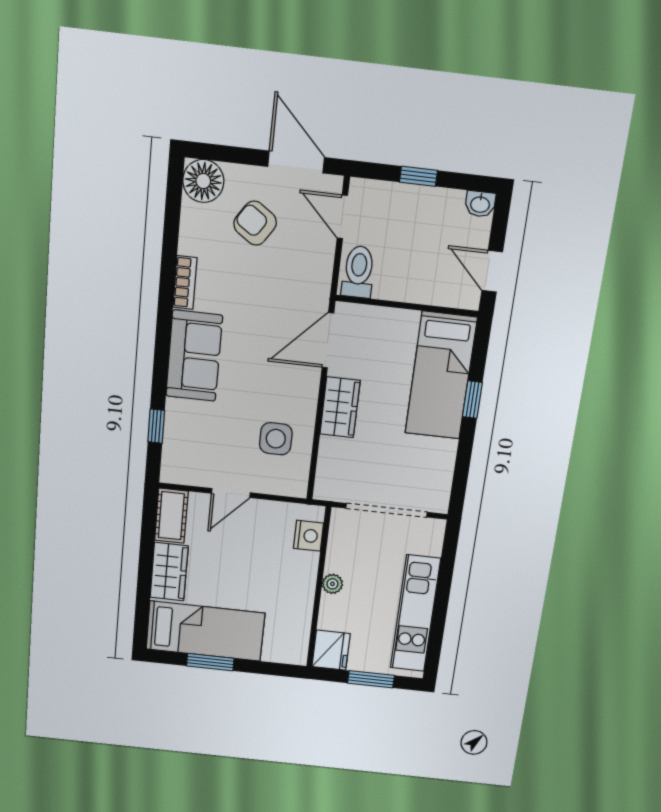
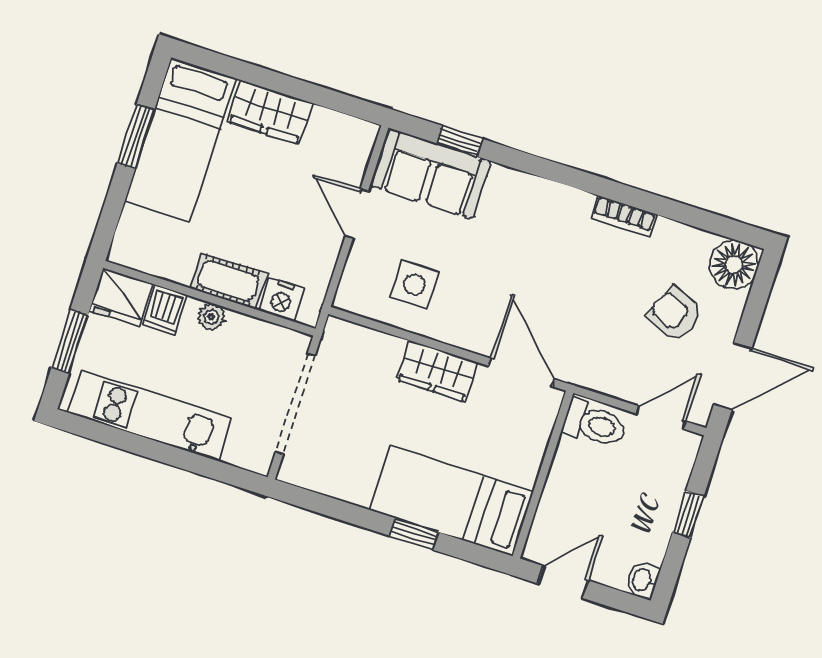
armchair: (255, 223) -> (675, 314), turned -100
sofa: (194, 356) -> (431, 174), moved
cot: (171, 516) -> (228, 281), moved
dishwasher: (334, 618) -> (165, 310), added

